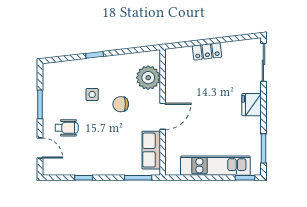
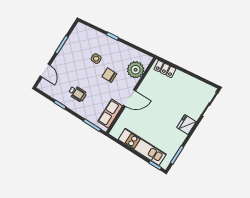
locker: (207, 51) -> (165, 69), moved
wheelchair: (67, 128) -> (77, 94), moved

